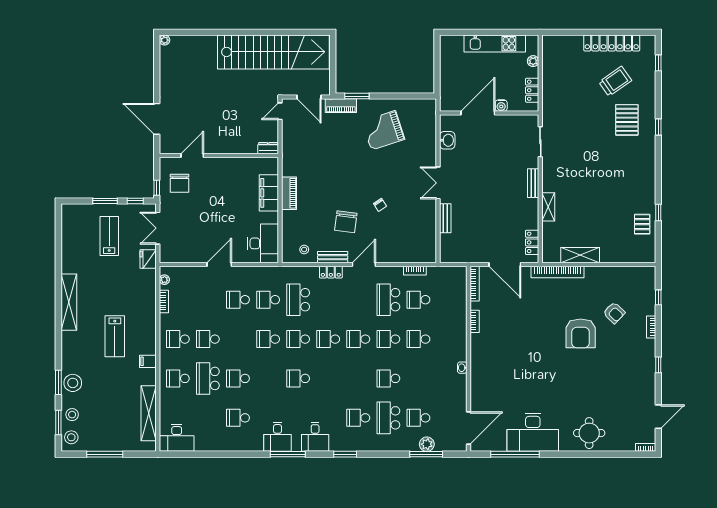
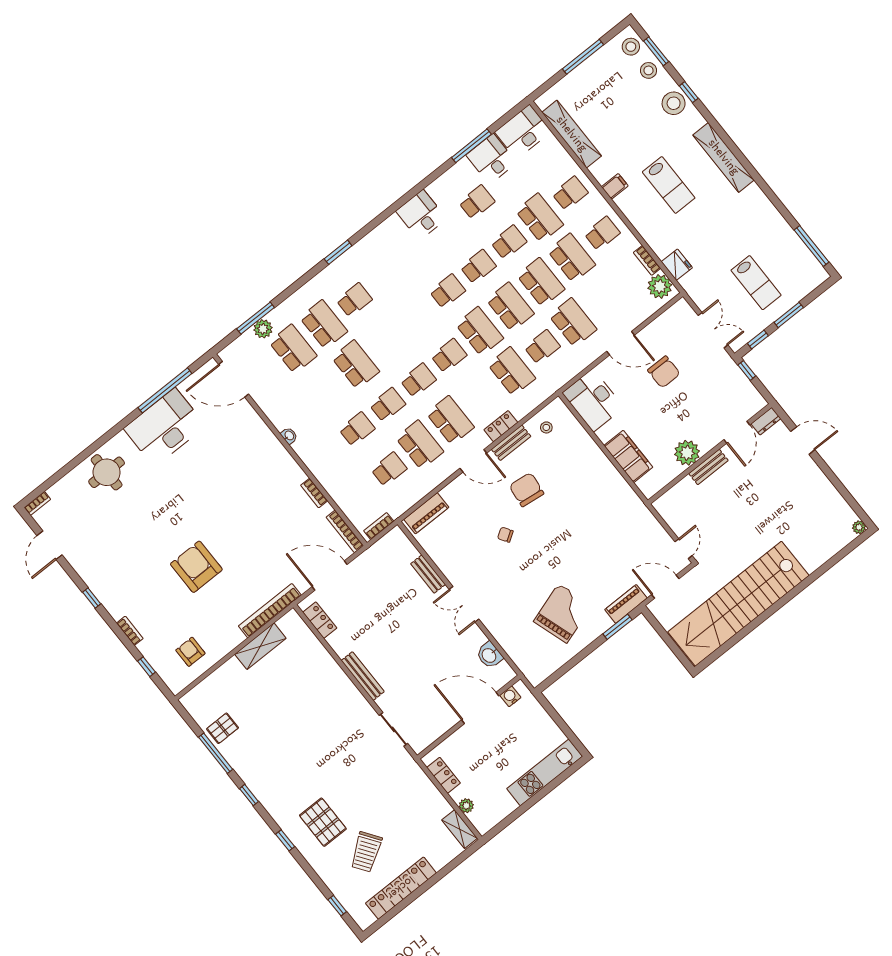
kitchen unit: (495, 44) -> (545, 772), moved
water cooler: (501, 106) -> (510, 696), moved
door: (478, 113) -> (480, 708), swing flipped
door: (157, 119) -> (803, 441), width x0.73
bench: (226, 148) -> (708, 467), added
dresser: (268, 148) -> (766, 421), moved
plant: (232, 167) -> (687, 453), added
window: (658, 171) -> (249, 795), added
chair: (179, 183) -> (664, 372), moved, turned 180
double door: (438, 183) -> (464, 604), swing flipped
bench: (533, 183) -> (363, 676), width x1.36
piano: (289, 193) -> (426, 513), moved, turned -90
shelving: (548, 207) -> (460, 829), moved
window: (658, 212) -> (216, 753), width x2.17
pallet: (642, 224) -> (223, 728), turned 90
window: (58, 231) -> (812, 246), added
fridge: (148, 259) -> (677, 265), moved
door: (219, 264) -> (621, 343), hinge flipped
door: (364, 264) -> (473, 461), hinge flipped
bookcase: (415, 271) -> (379, 526), moved
plant: (164, 280) -> (660, 286), width x1.88, depth x1.88
school desk: (238, 300) -> (573, 322), width x1.85
school desk: (358, 300) -> (450, 420), added
shelving: (69, 302) -> (724, 157), moved
armchair: (614, 313) -> (190, 652), moved, turned 46
lab bench: (115, 336) -> (669, 185), turned 180
school desk: (208, 339) -> (572, 258), width x1.85
school desk: (238, 339) -> (541, 282), added
school desk: (268, 339) -> (510, 307), width x1.85
school desk: (298, 339) -> (480, 331), width x1.85
school desk: (268, 378) -> (478, 267), added
school desk: (388, 378) -> (356, 365), width x1.85
window: (58, 382) -> (689, 92), width x0.67
school desk: (418, 418) -> (293, 349), width x1.85
door: (469, 428) -> (234, 379), hinge flipped
desk: (315, 437) -> (491, 159), moved
window: (288, 454) -> (471, 146), moved

